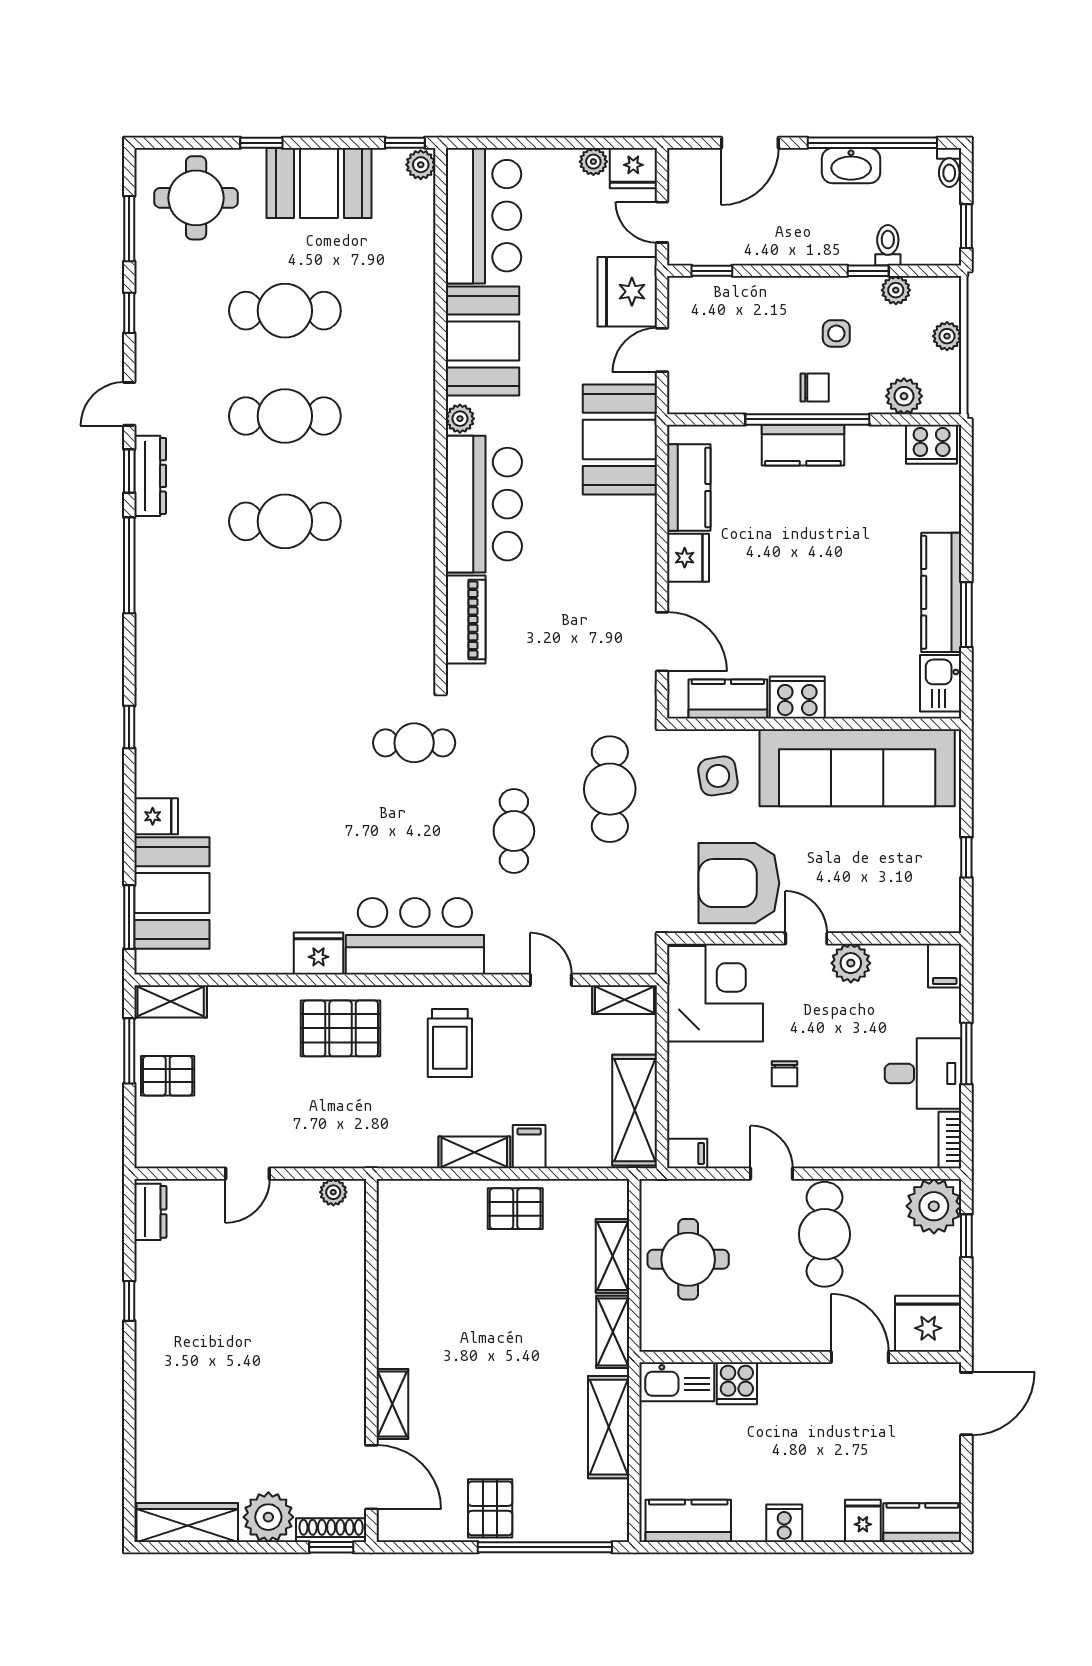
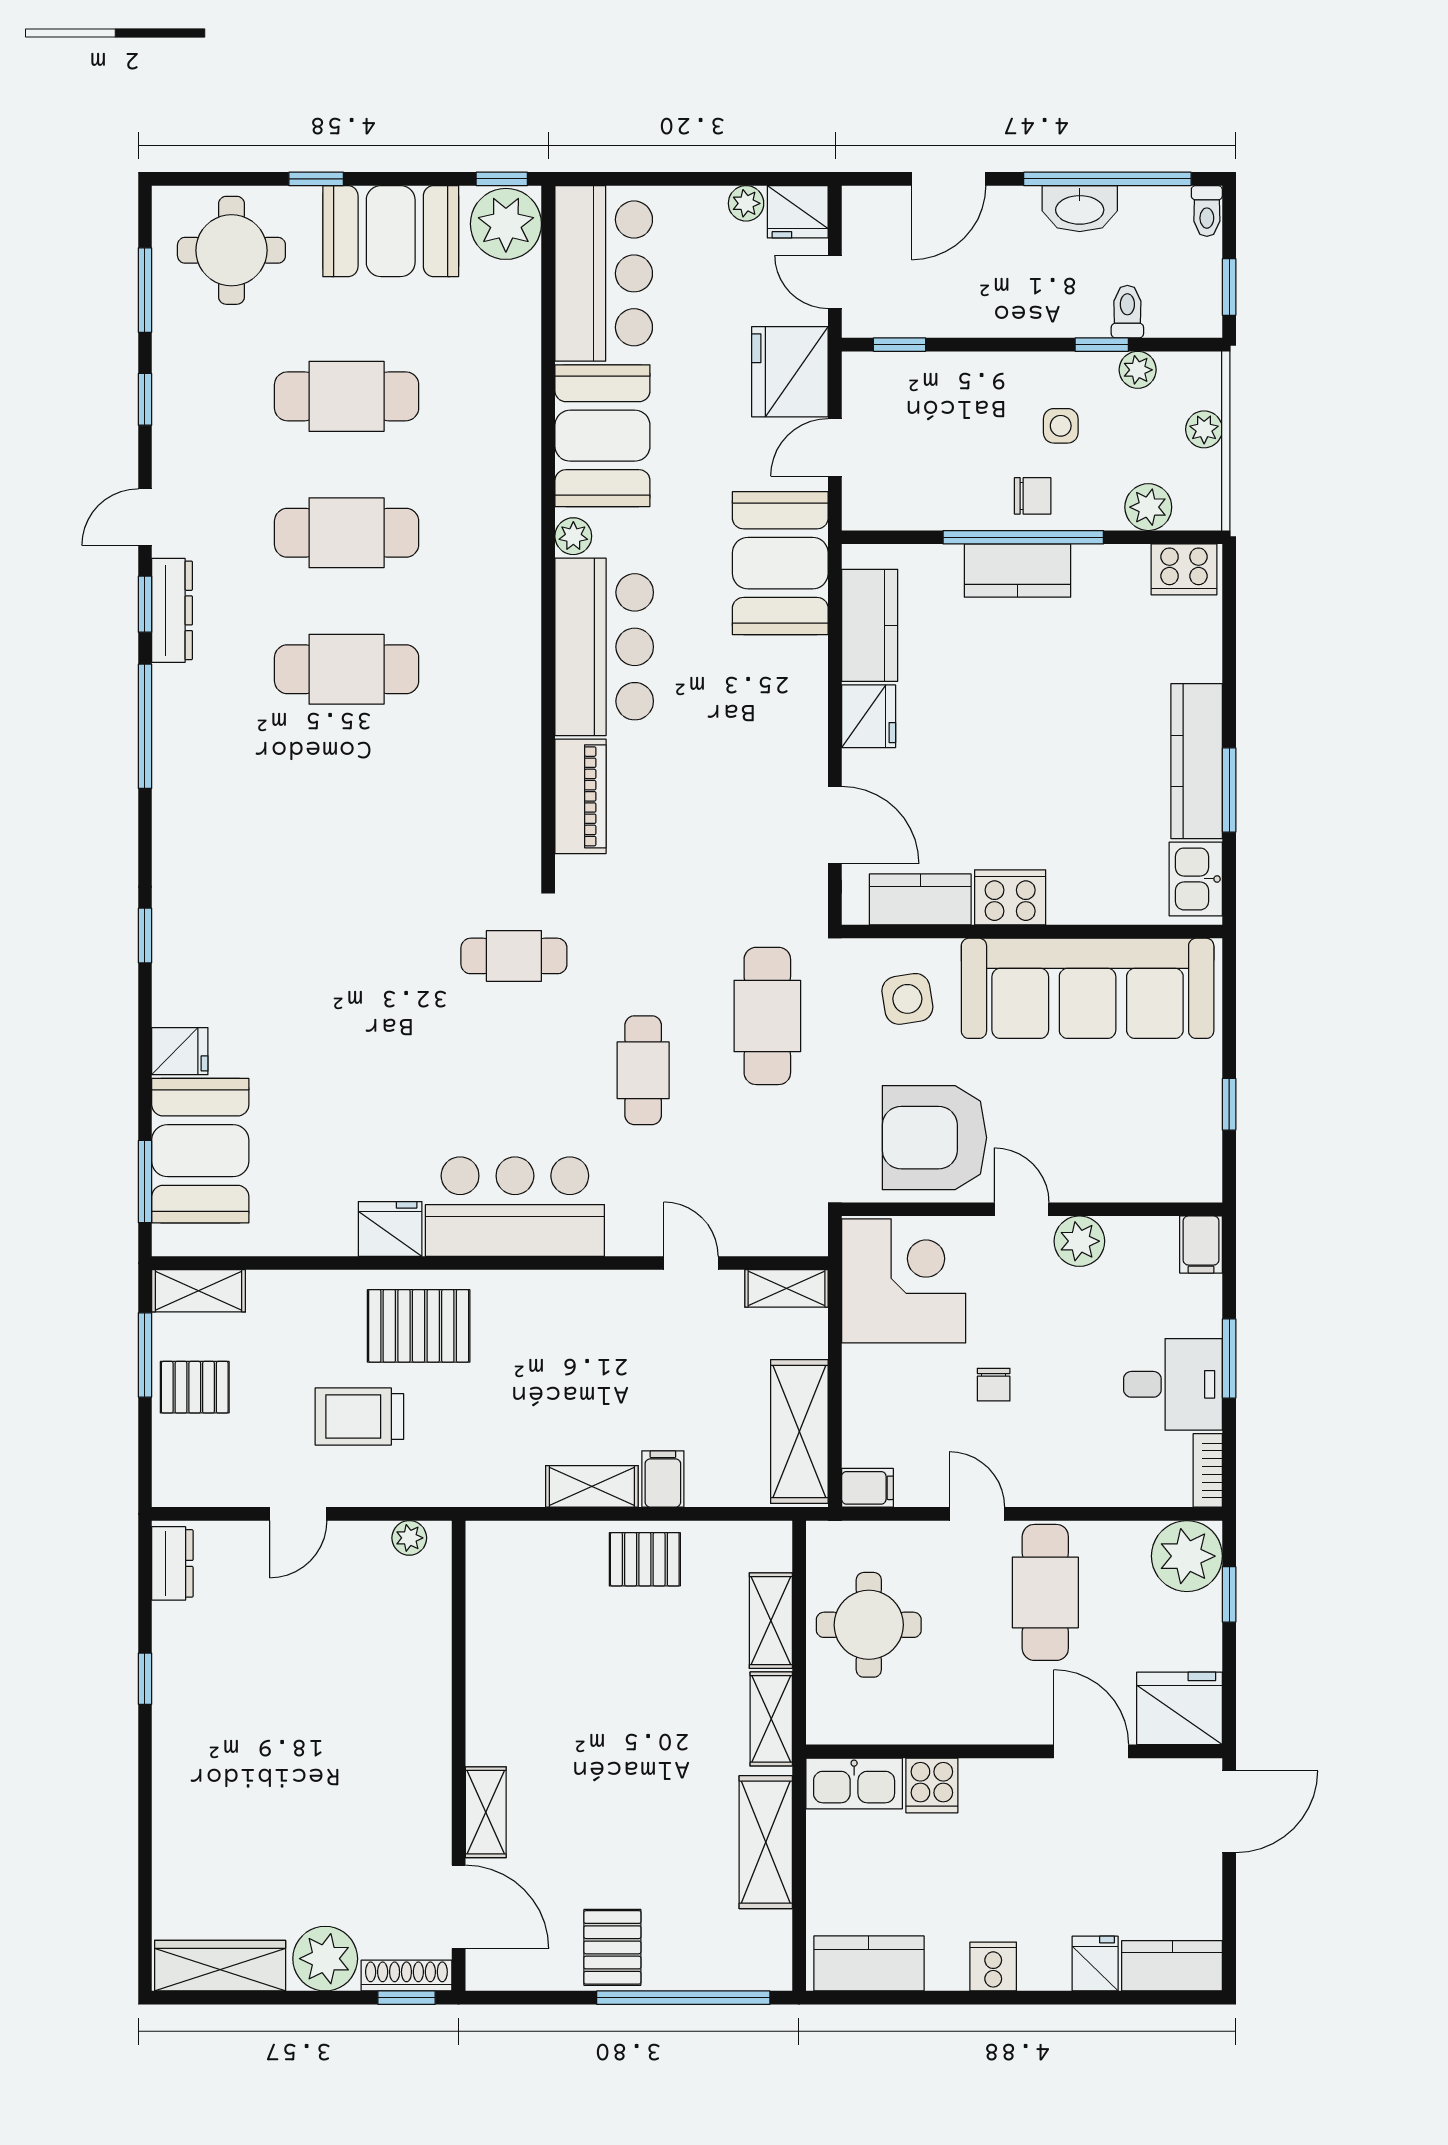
plant: (421, 165) -> (506, 224), width x1.88, depth x1.88
trolley: (450, 1043) -> (359, 1416), moved, turned 90

